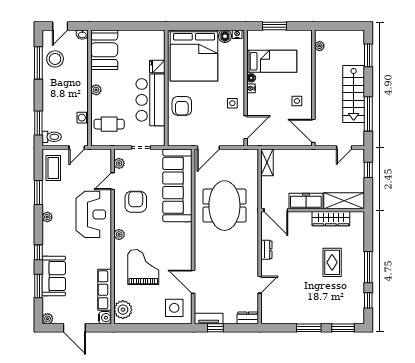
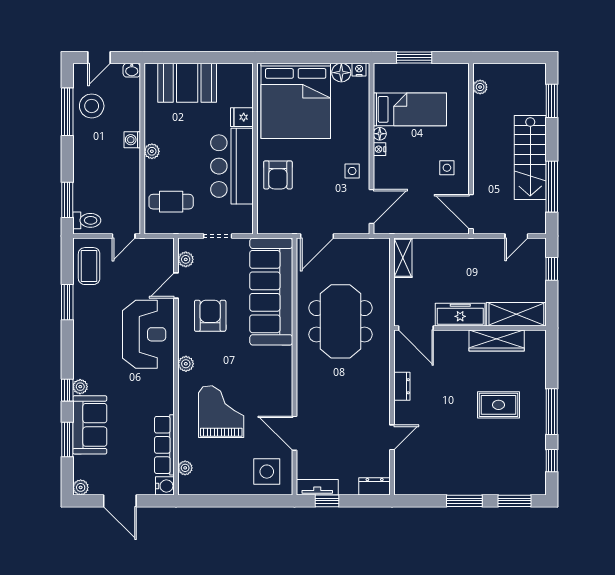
booth: (104, 50) -> (187, 83), moved, turned 90
washing machine: (83, 118) -> (132, 140), moved
plant: (47, 217) -> (80, 387), moved
rug: (332, 262) -> (499, 405), turned 90
plant: (123, 310) -> (185, 468), width x0.53, depth x0.53

